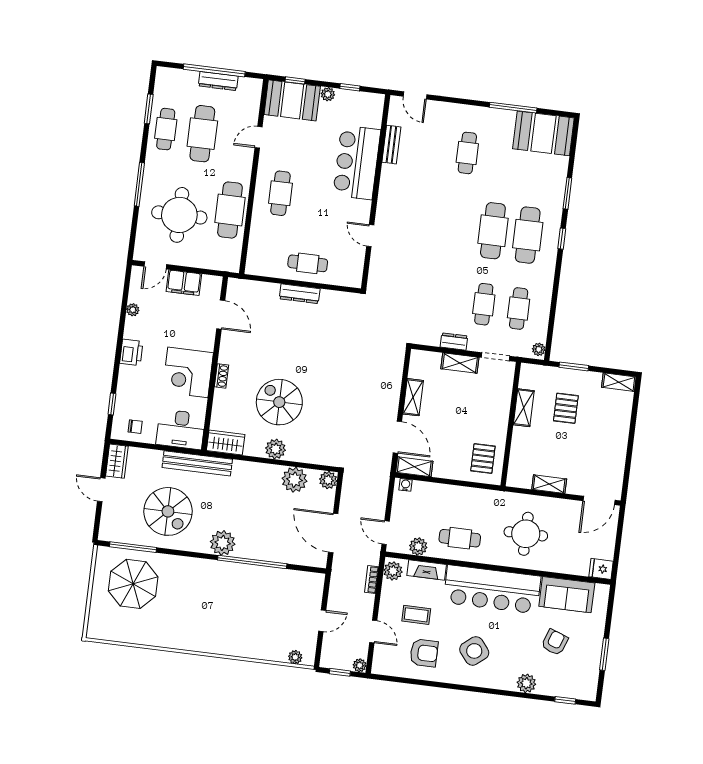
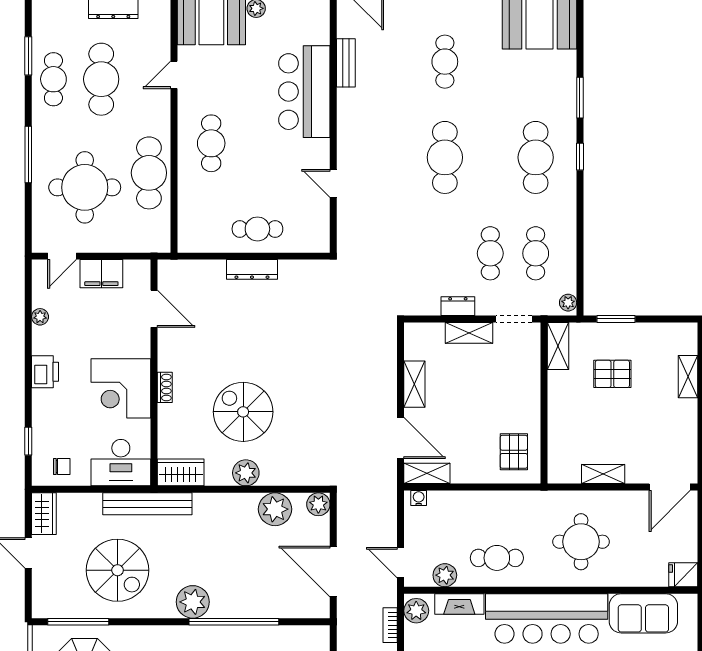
cafe table: (493, 231) -> (445, 157), moved
shelving: (619, 382) -> (688, 377), moved, turned 90
shelving: (524, 408) -> (558, 346), moved
pallet: (566, 408) -> (612, 374), turned 90

